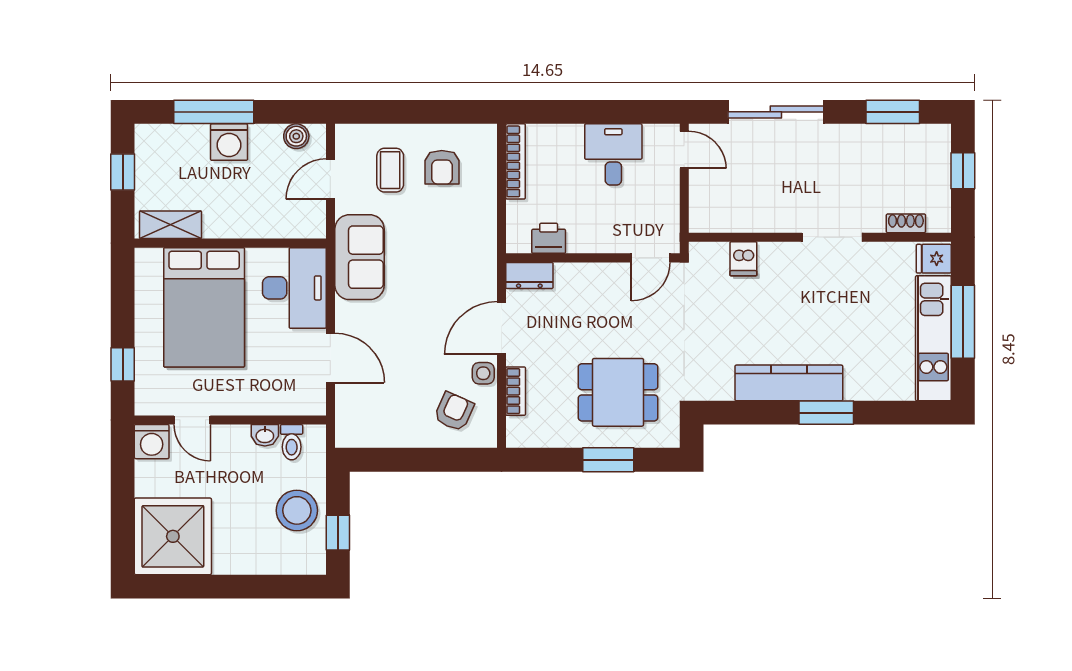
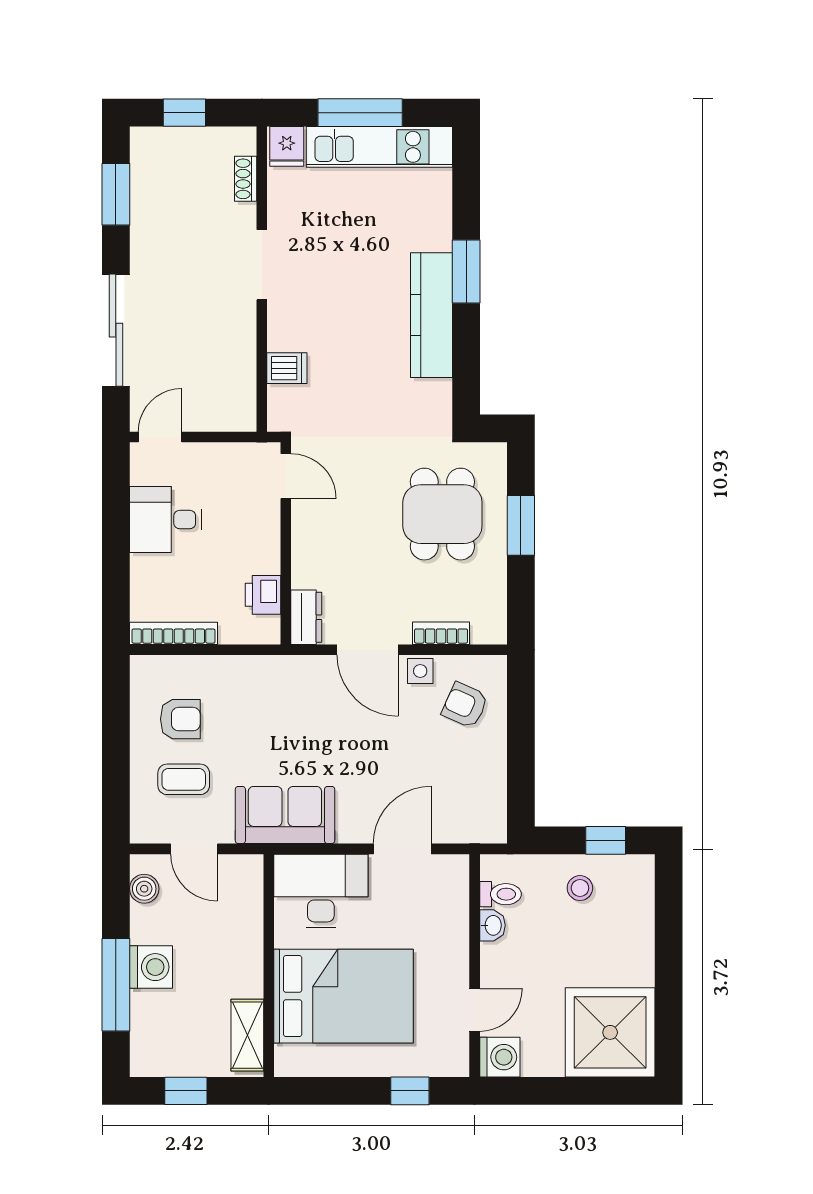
stool: (297, 510) -> (580, 888), width x0.53, depth x0.53

